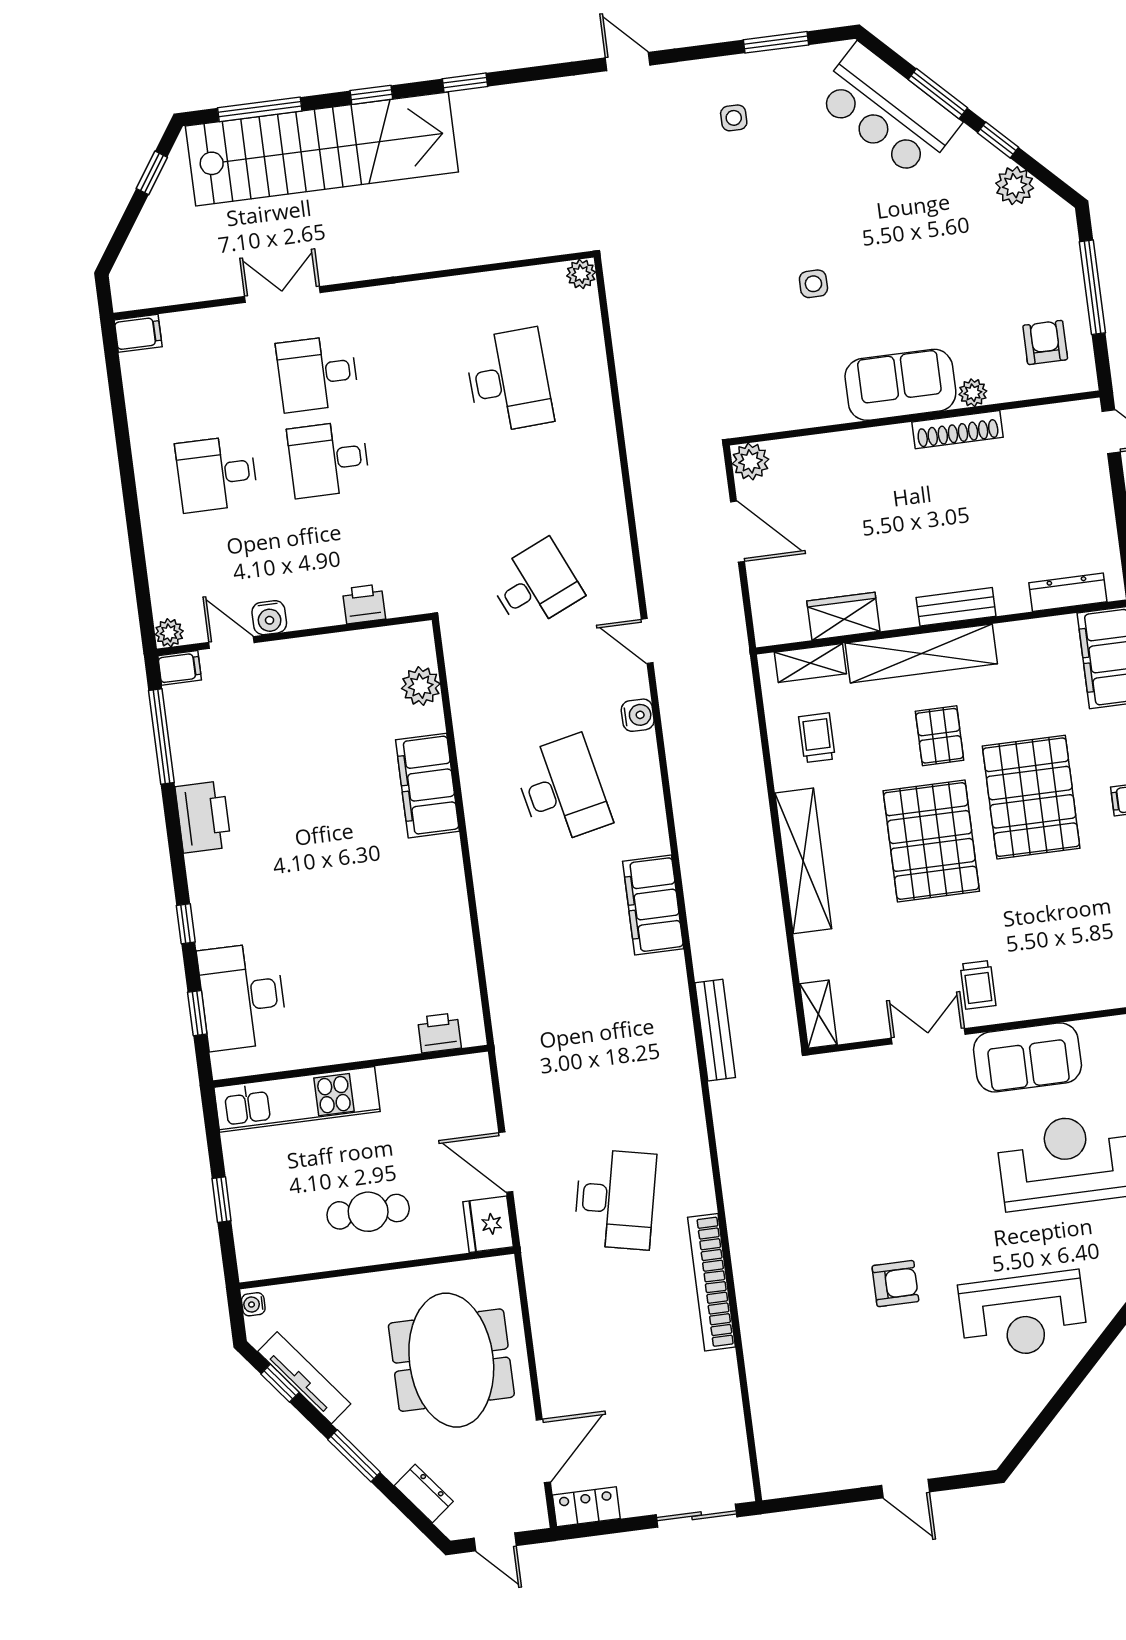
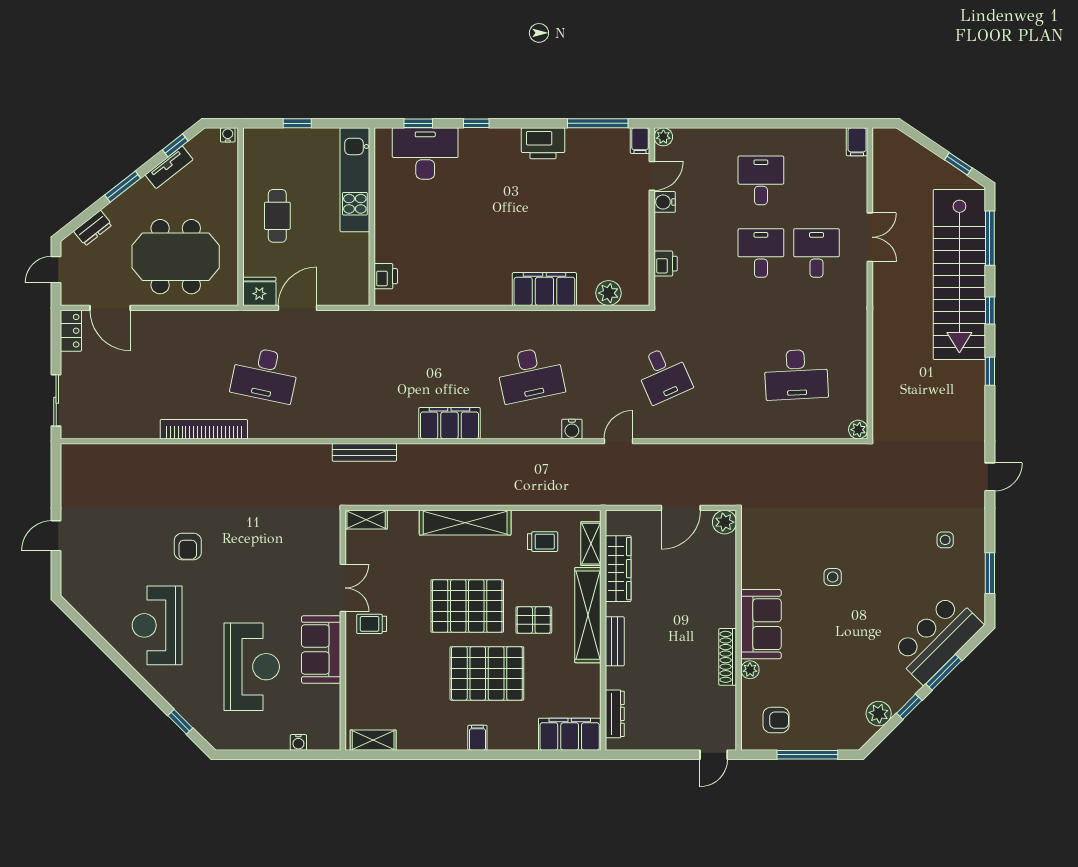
wardrobe: (843, 616) -> (618, 569), width x1.50
tv unit: (304, 1378) -> (169, 167), width x0.71

